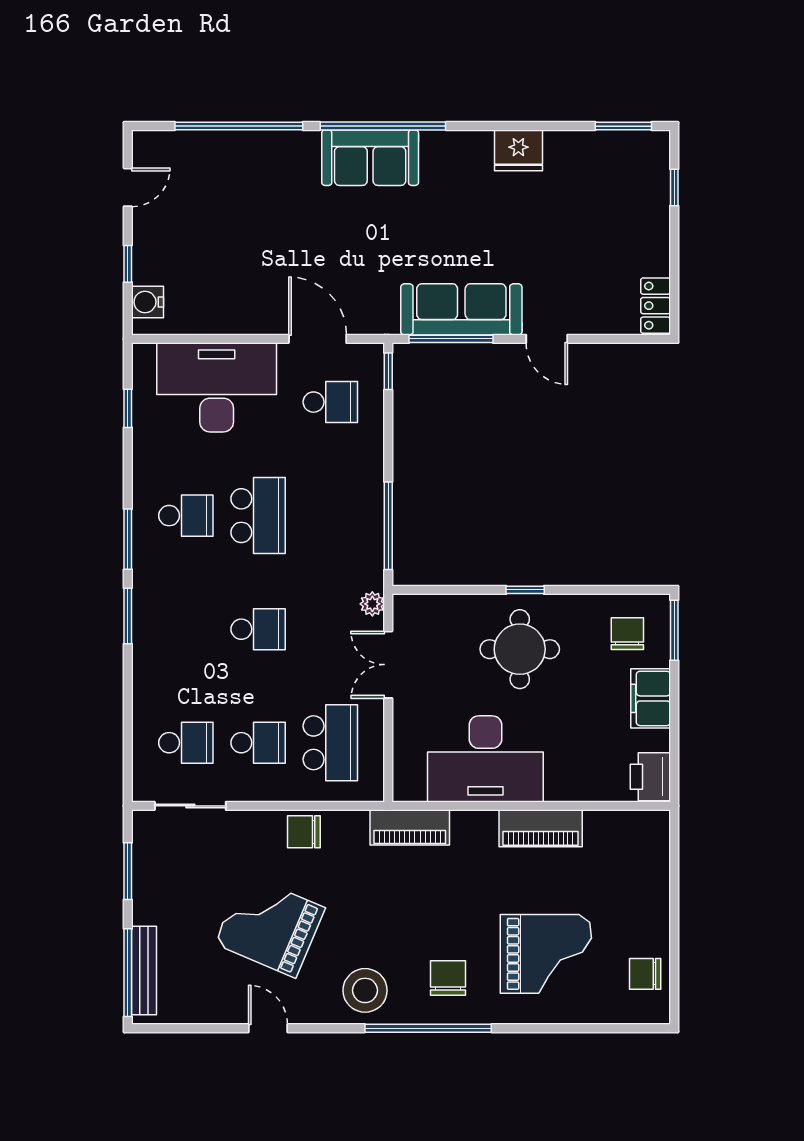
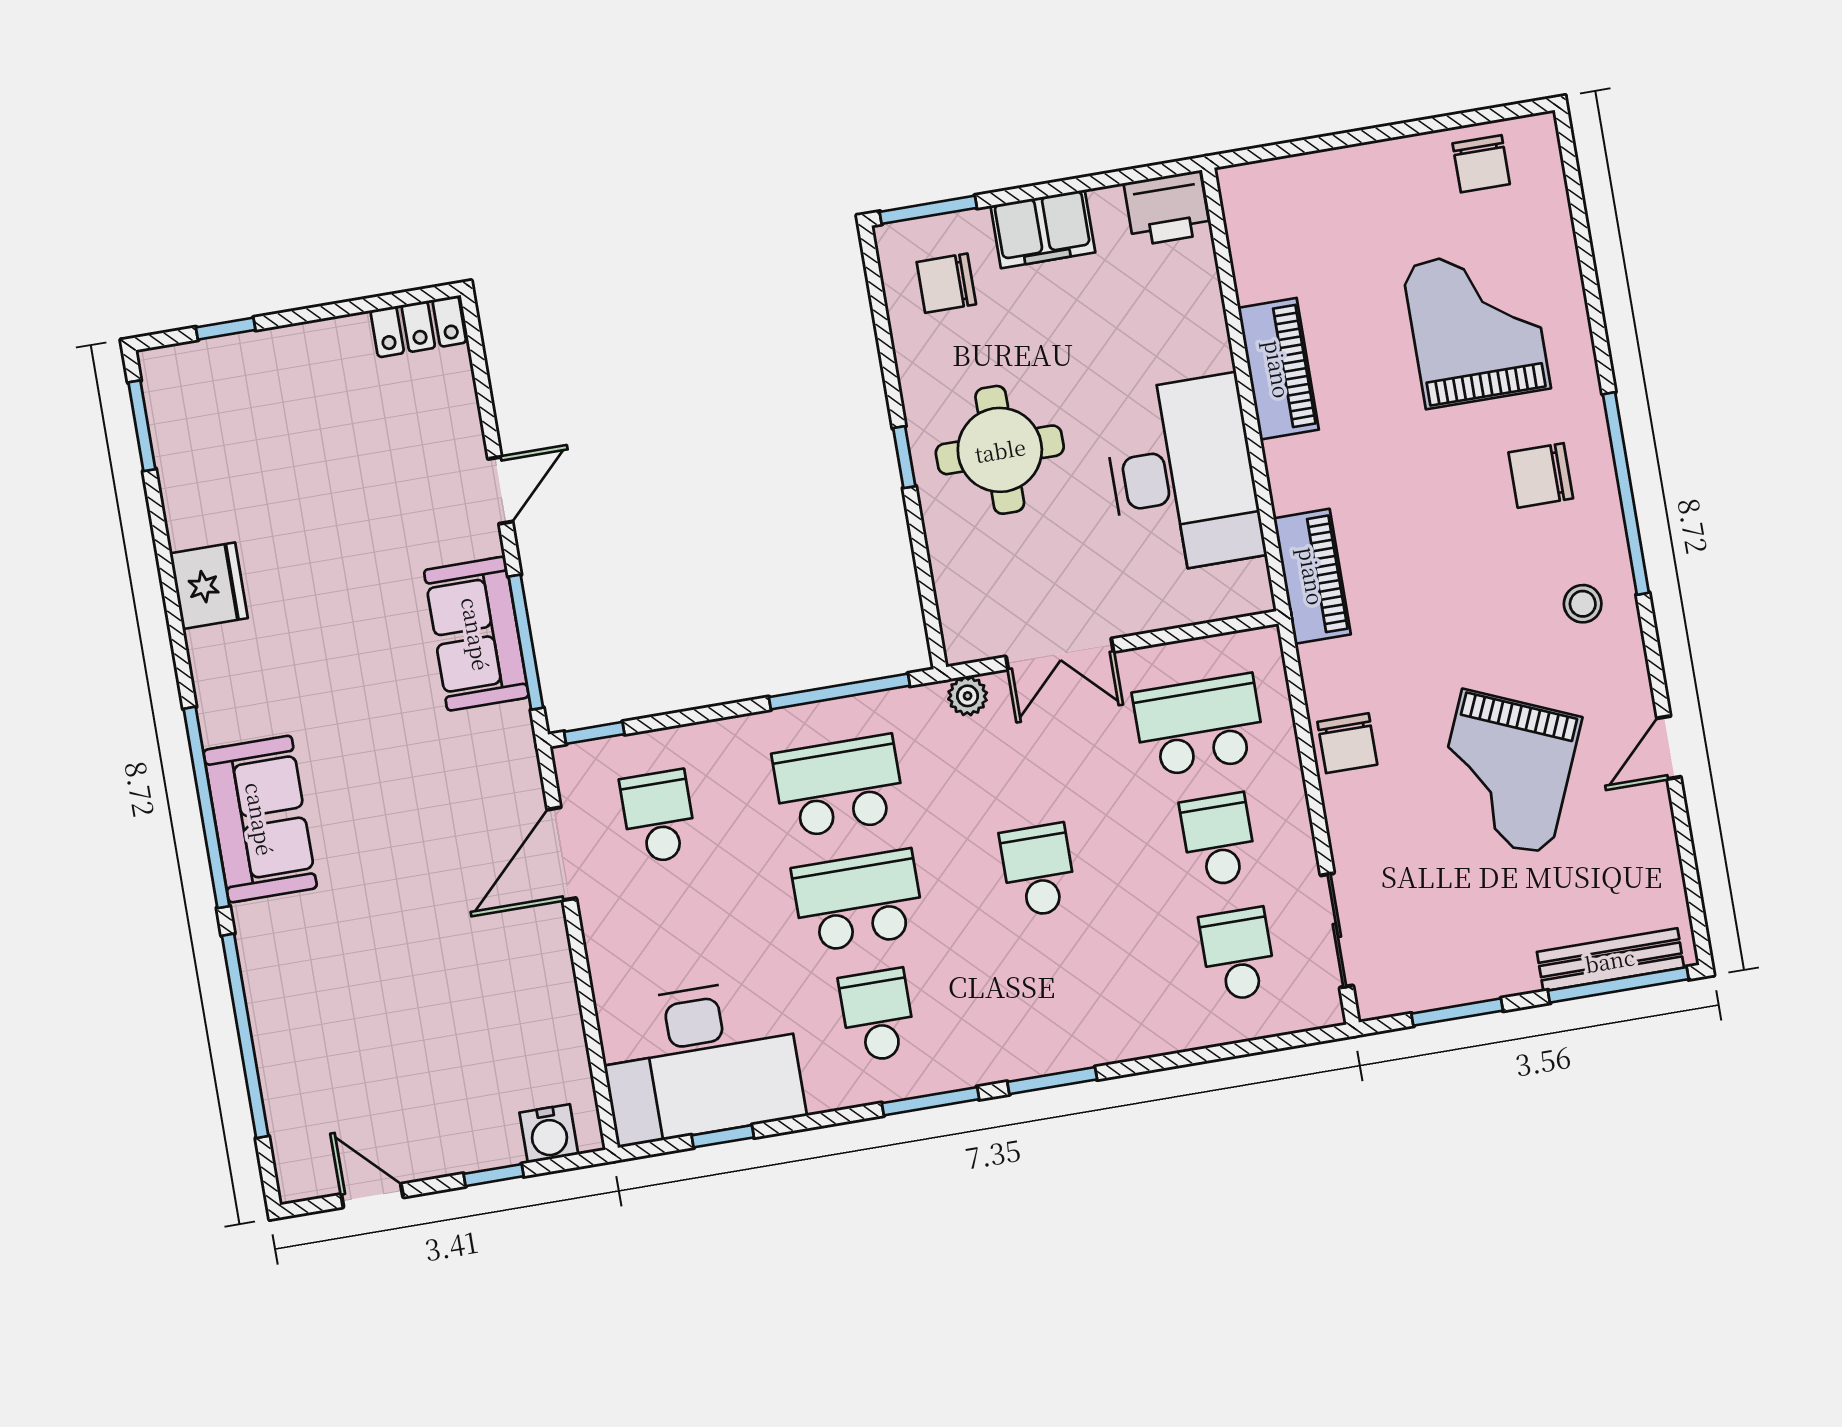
sofa: (461, 309) -> (476, 634), width x0.73
desk: (217, 387) -> (700, 1061), moved, turned -90
school desk: (330, 516) -> (839, 786), added
stool: (365, 990) -> (1583, 604), width x0.53, depth x0.53

